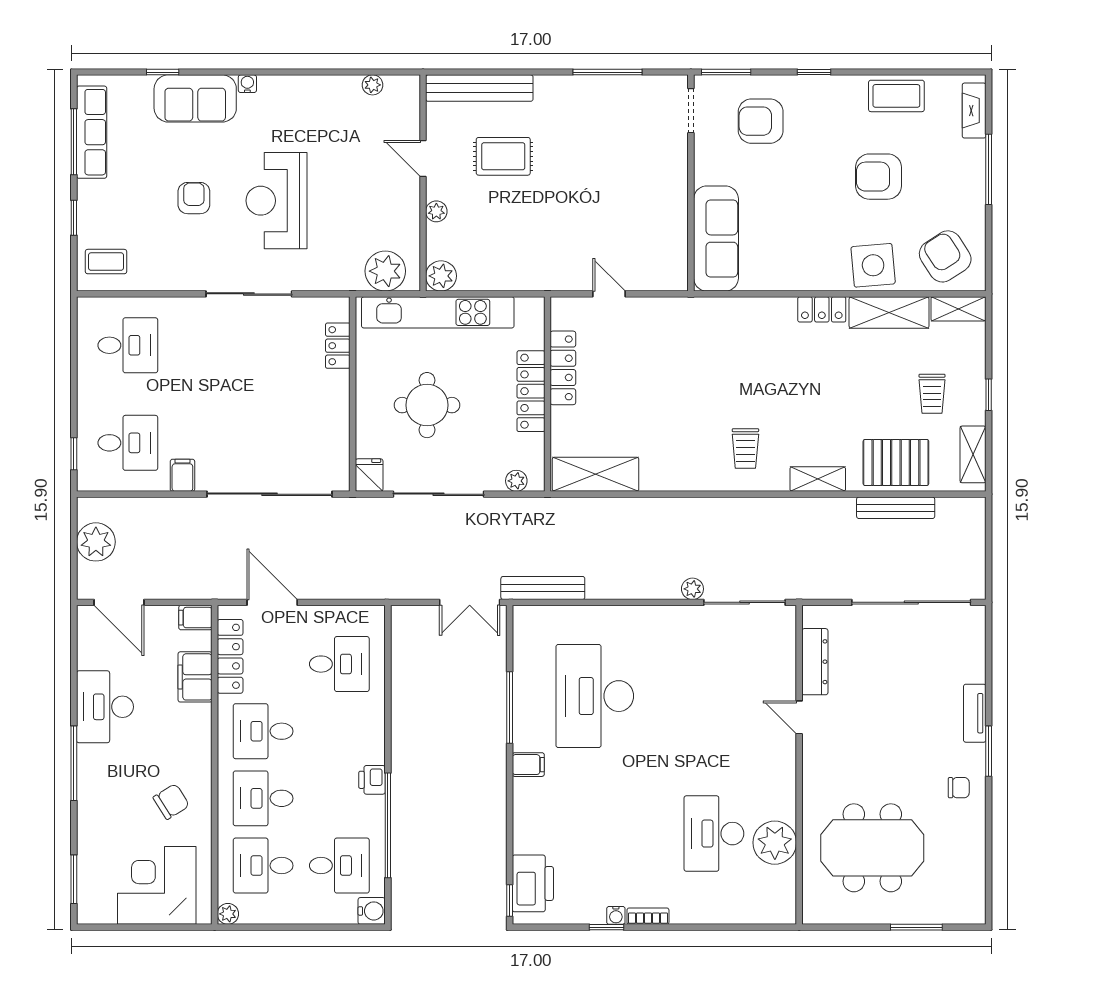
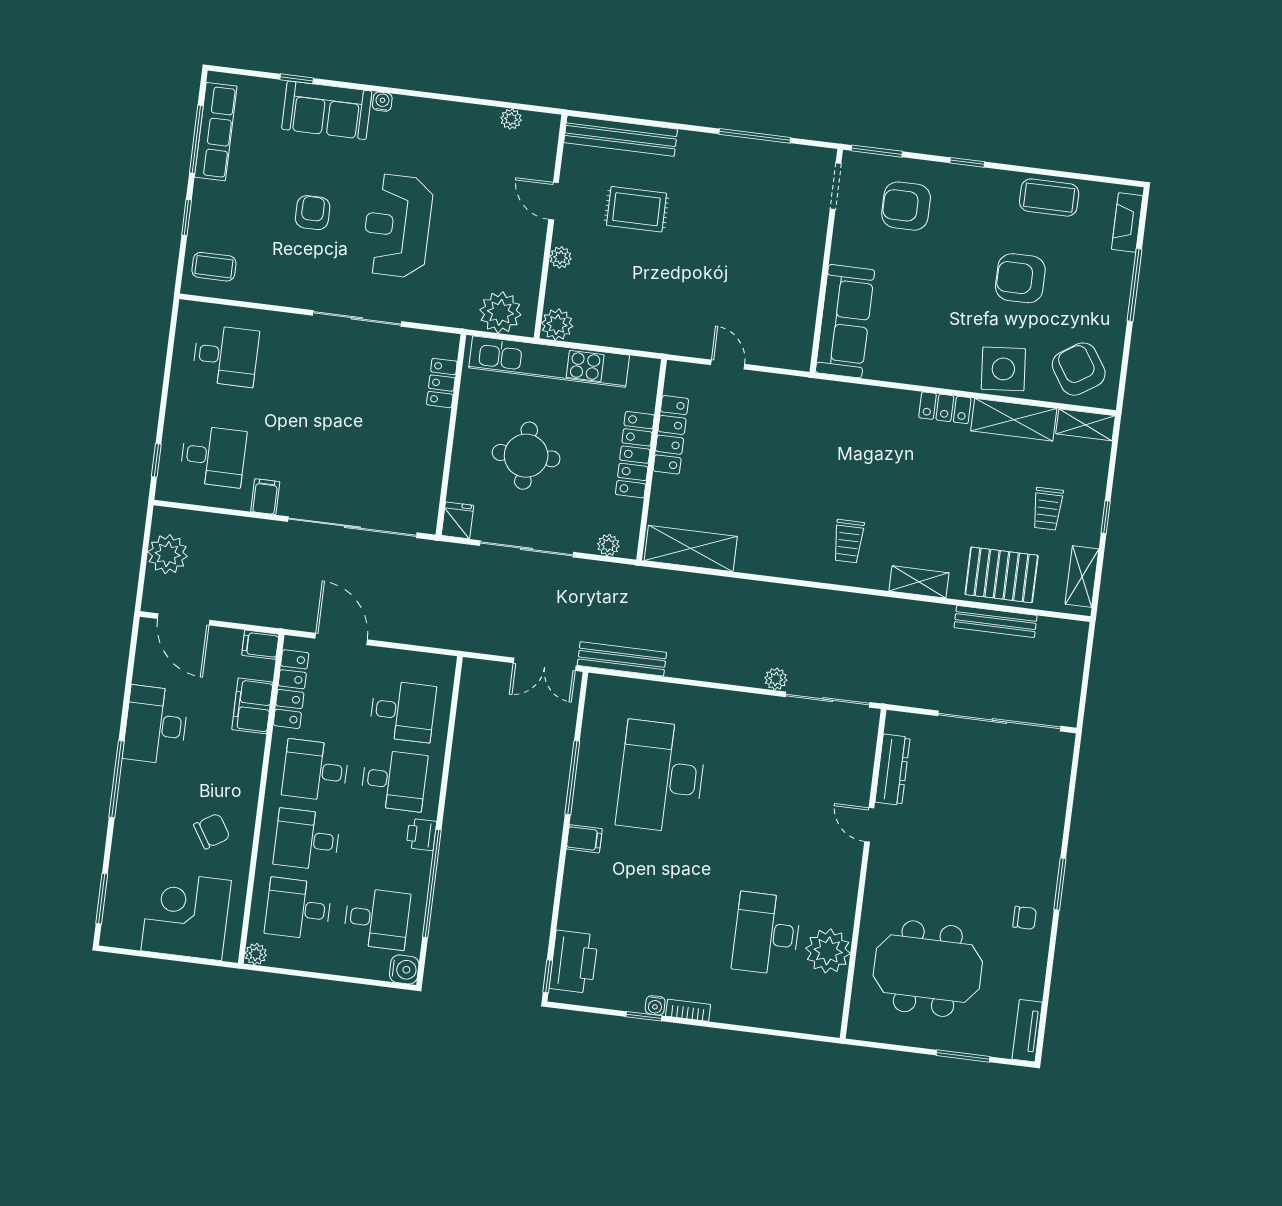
tv unit: (975, 713) -> (1027, 1031), moved
desk: (339, 731) -> (394, 780), added

